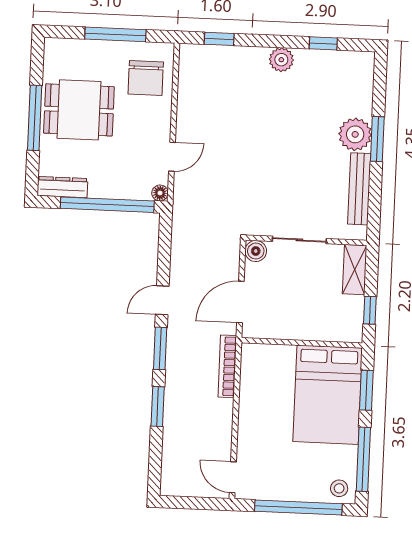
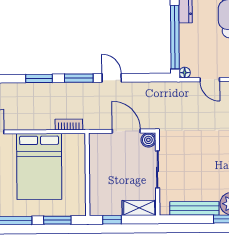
door: (240, 302) -> (126, 131), moved
bookcase: (227, 366) -> (69, 125), width x0.64
bed: (328, 395) -> (39, 166), moved, turned -90

